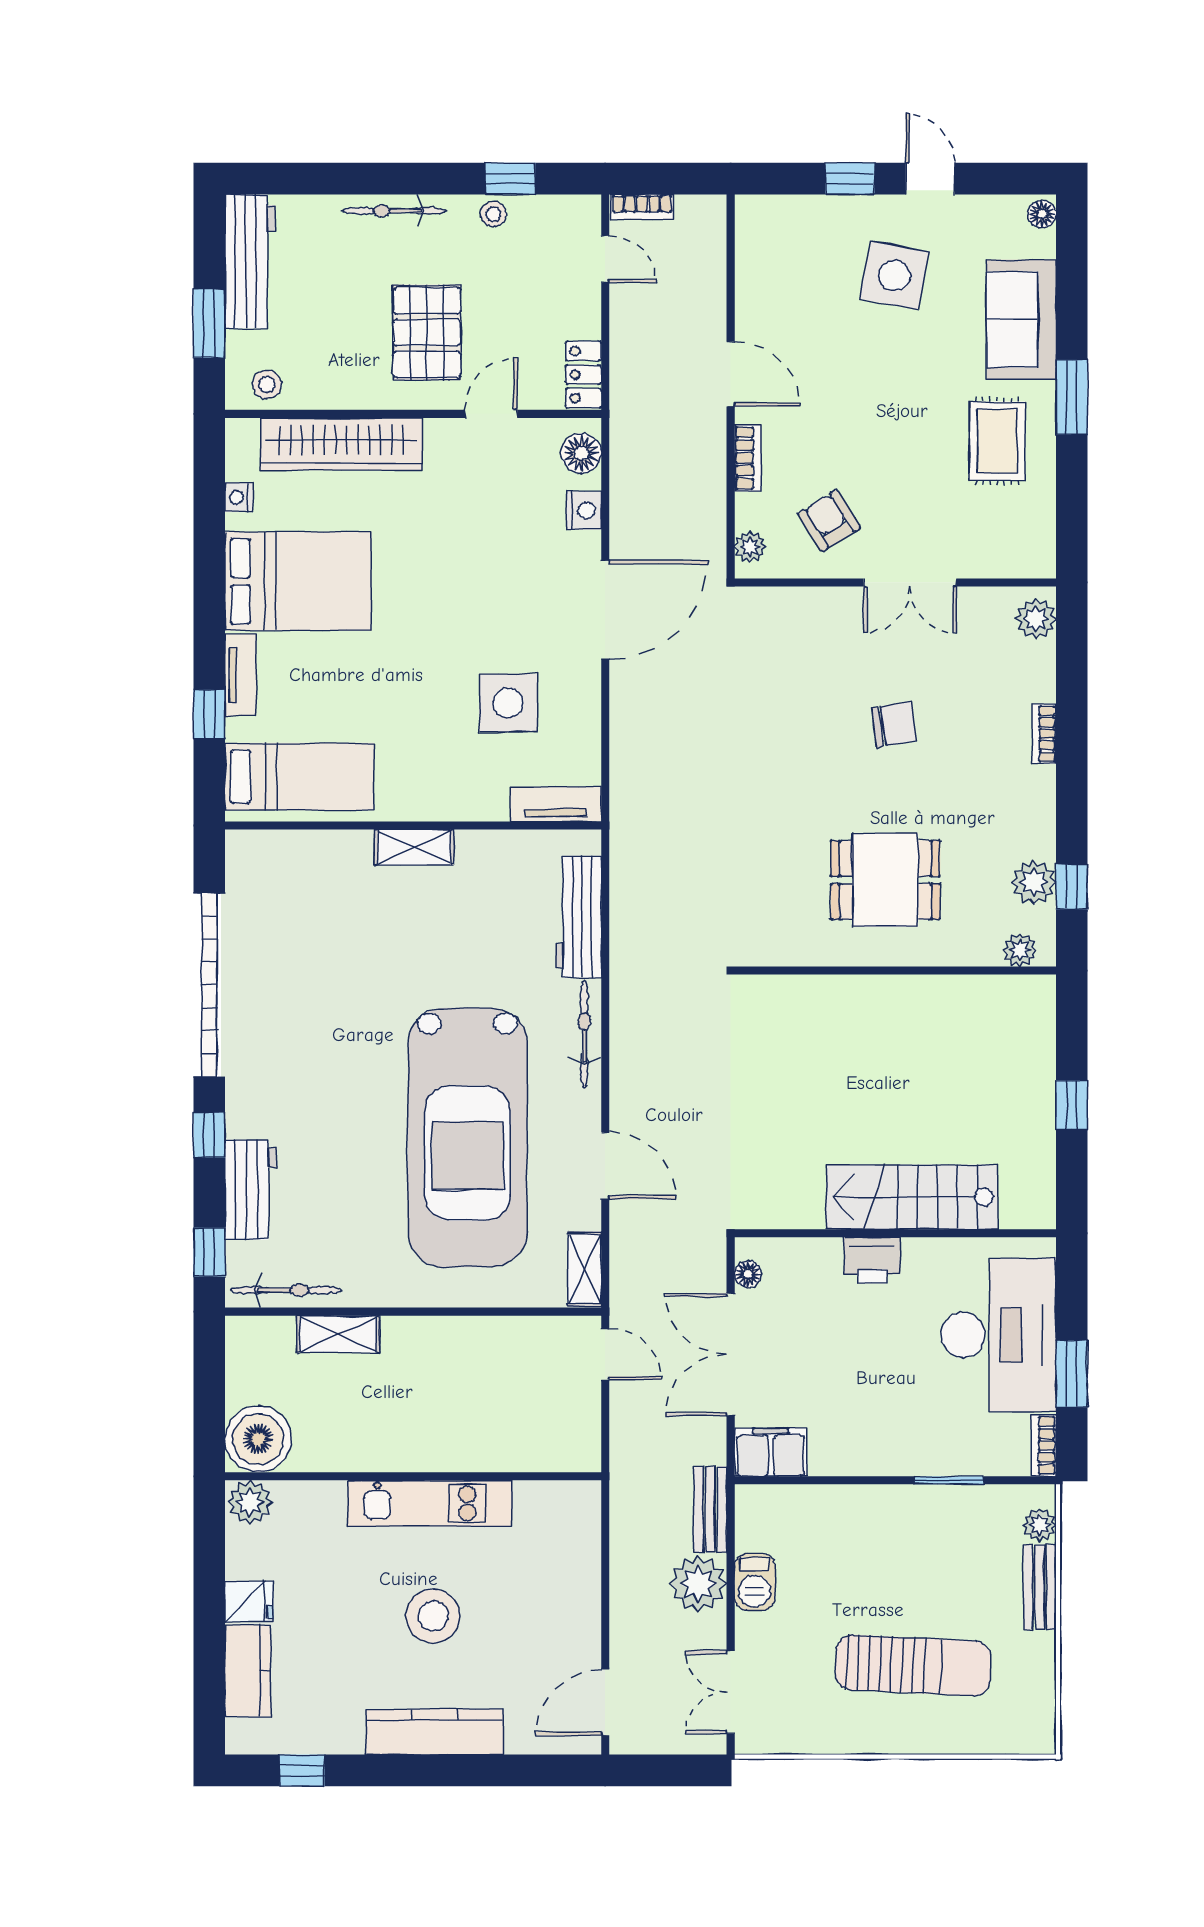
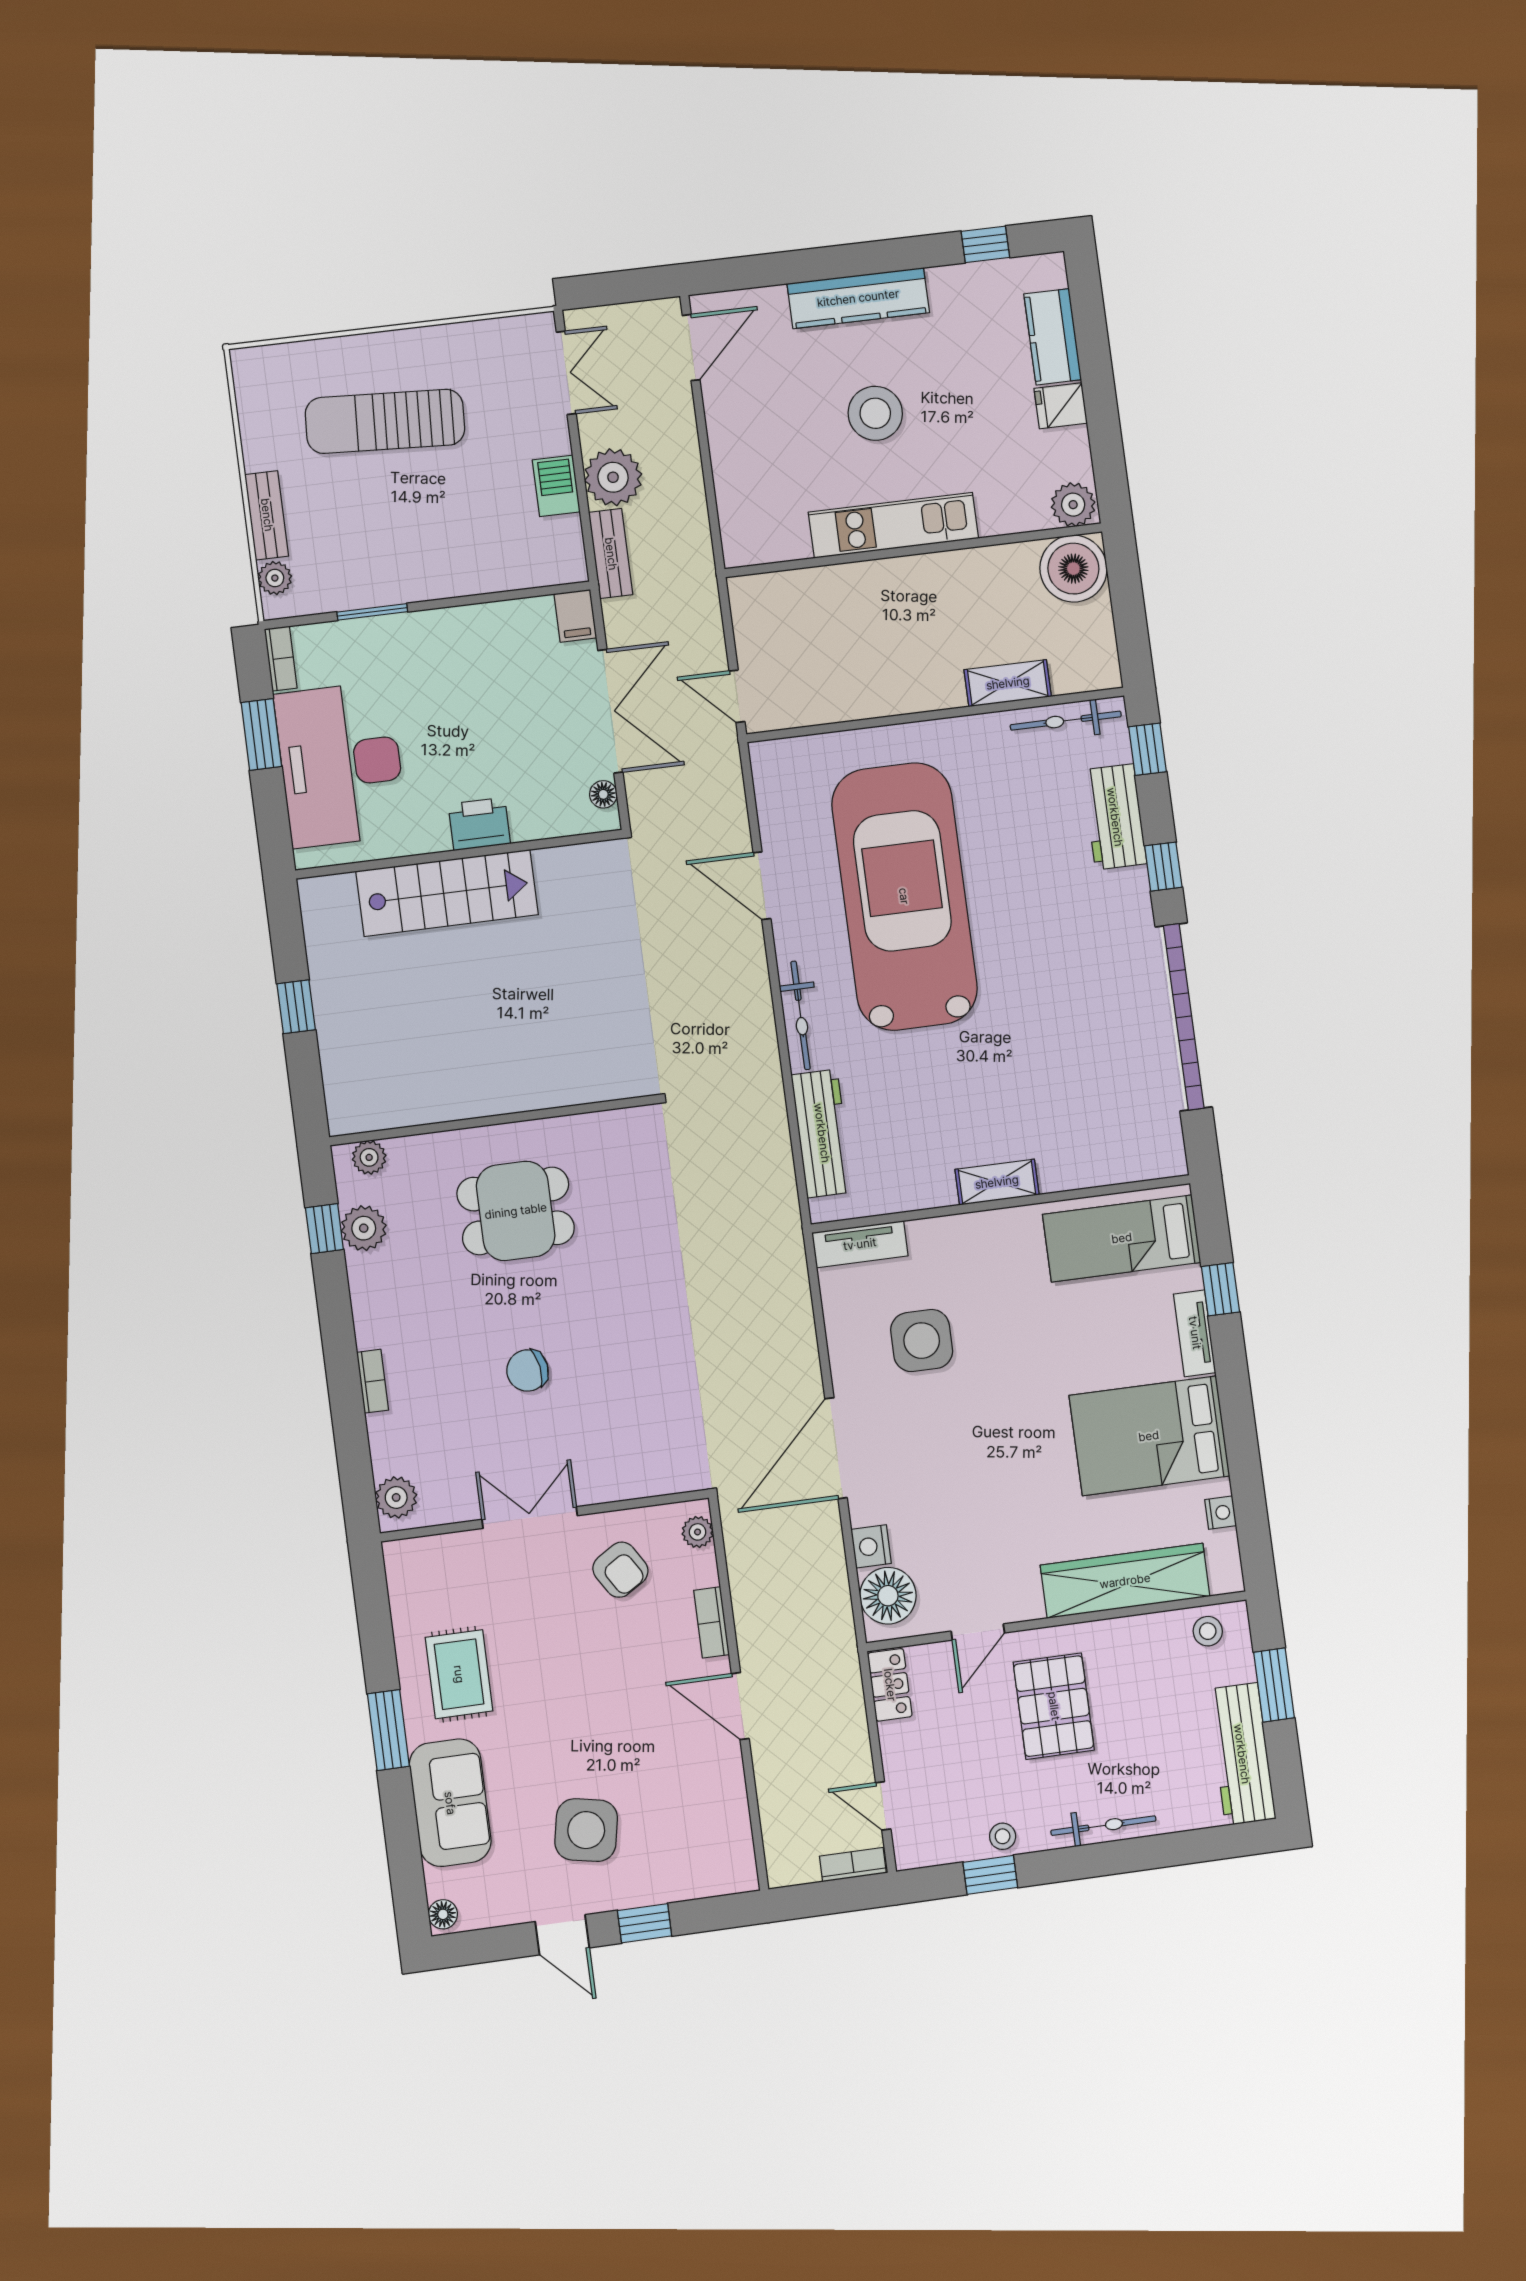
floor lamp: (581, 453) -> (888, 1596), width x1.38, depth x1.38
shelving: (584, 1269) -> (769, 779), removed
filing cabinet: (771, 1452) -> (575, 616), width x0.50

